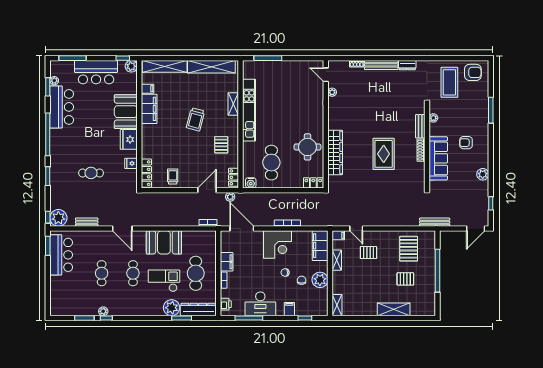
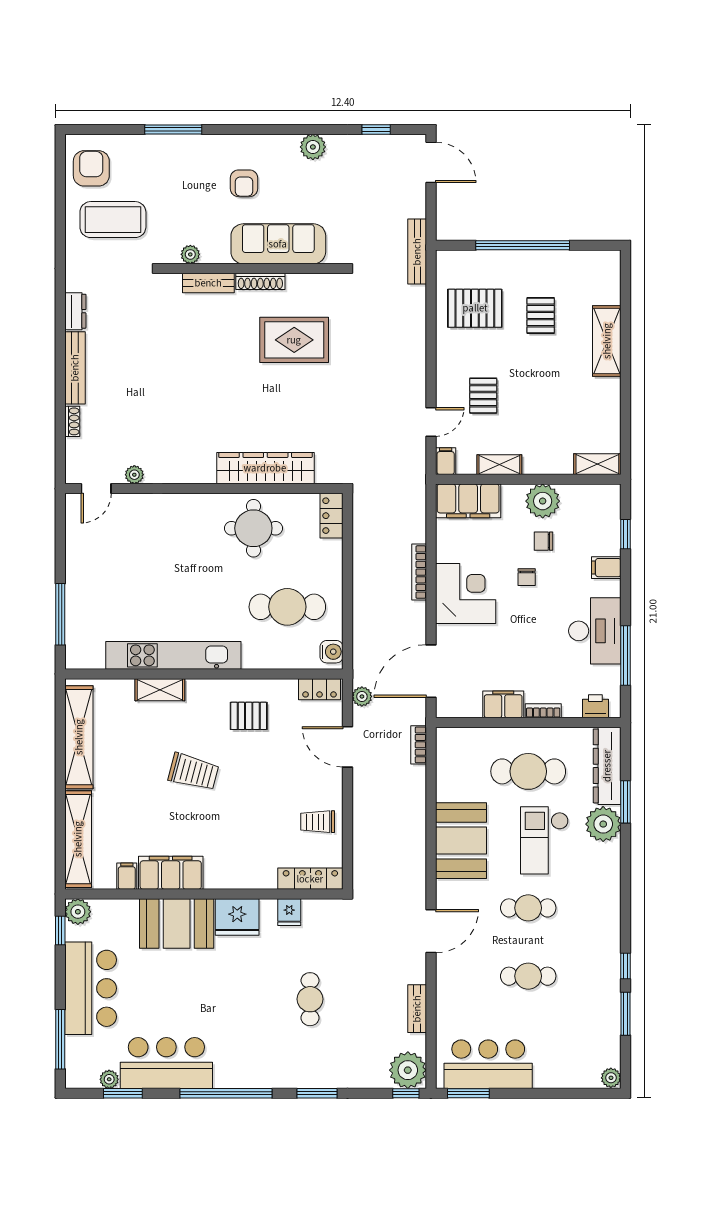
rug: (384, 154) -> (294, 340), moved
plant: (103, 311) -> (611, 1078), moved

